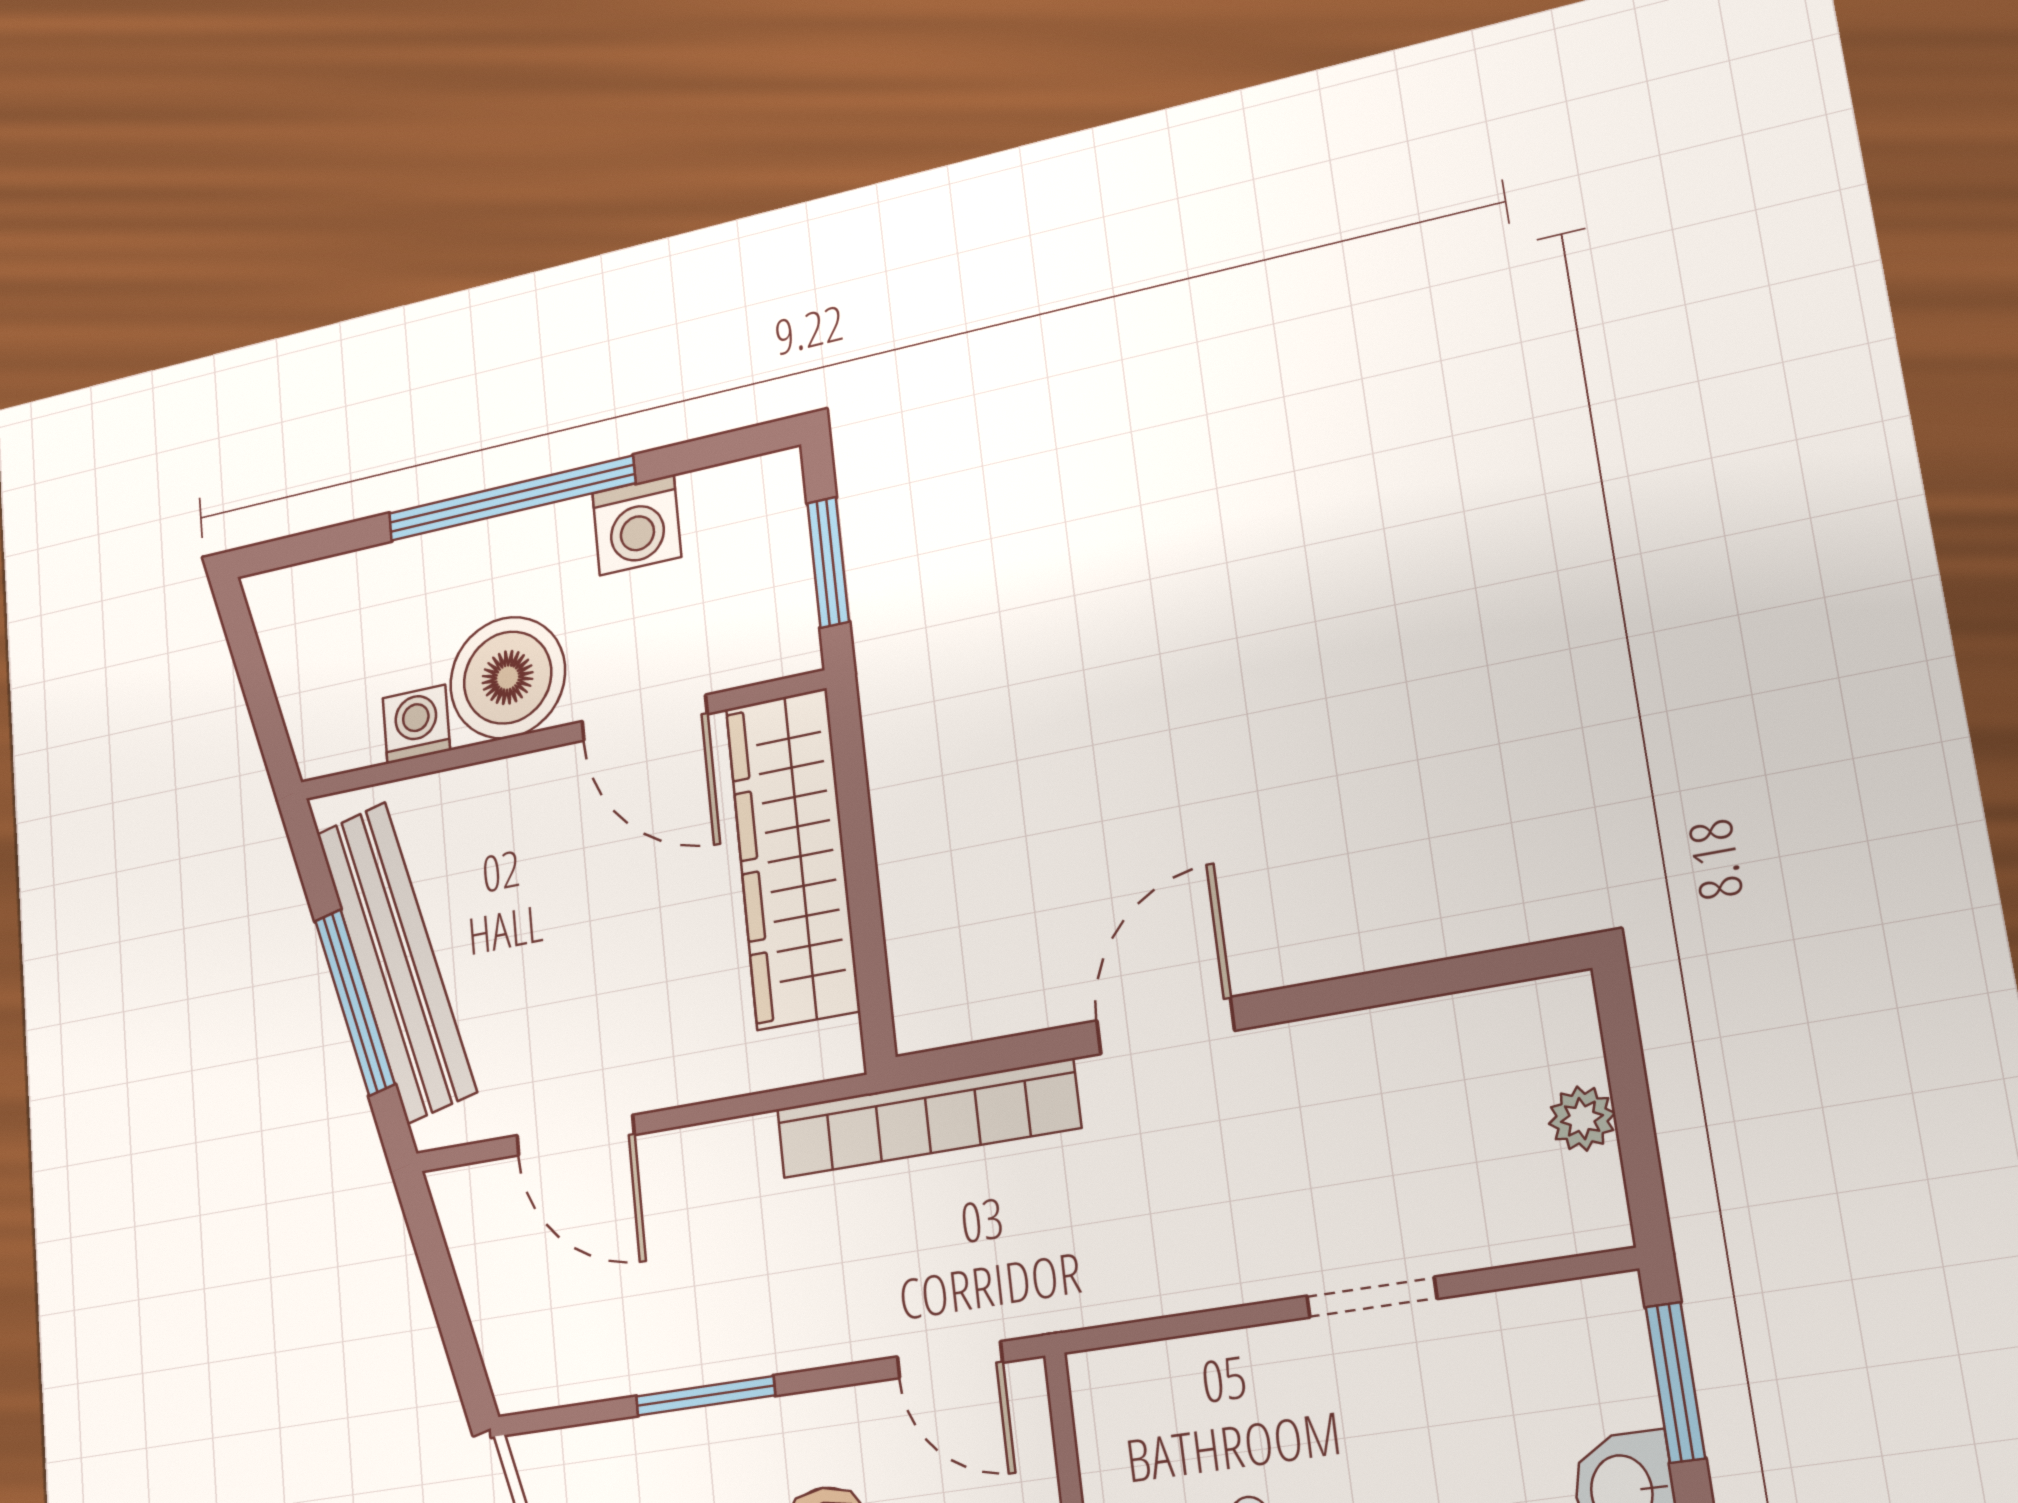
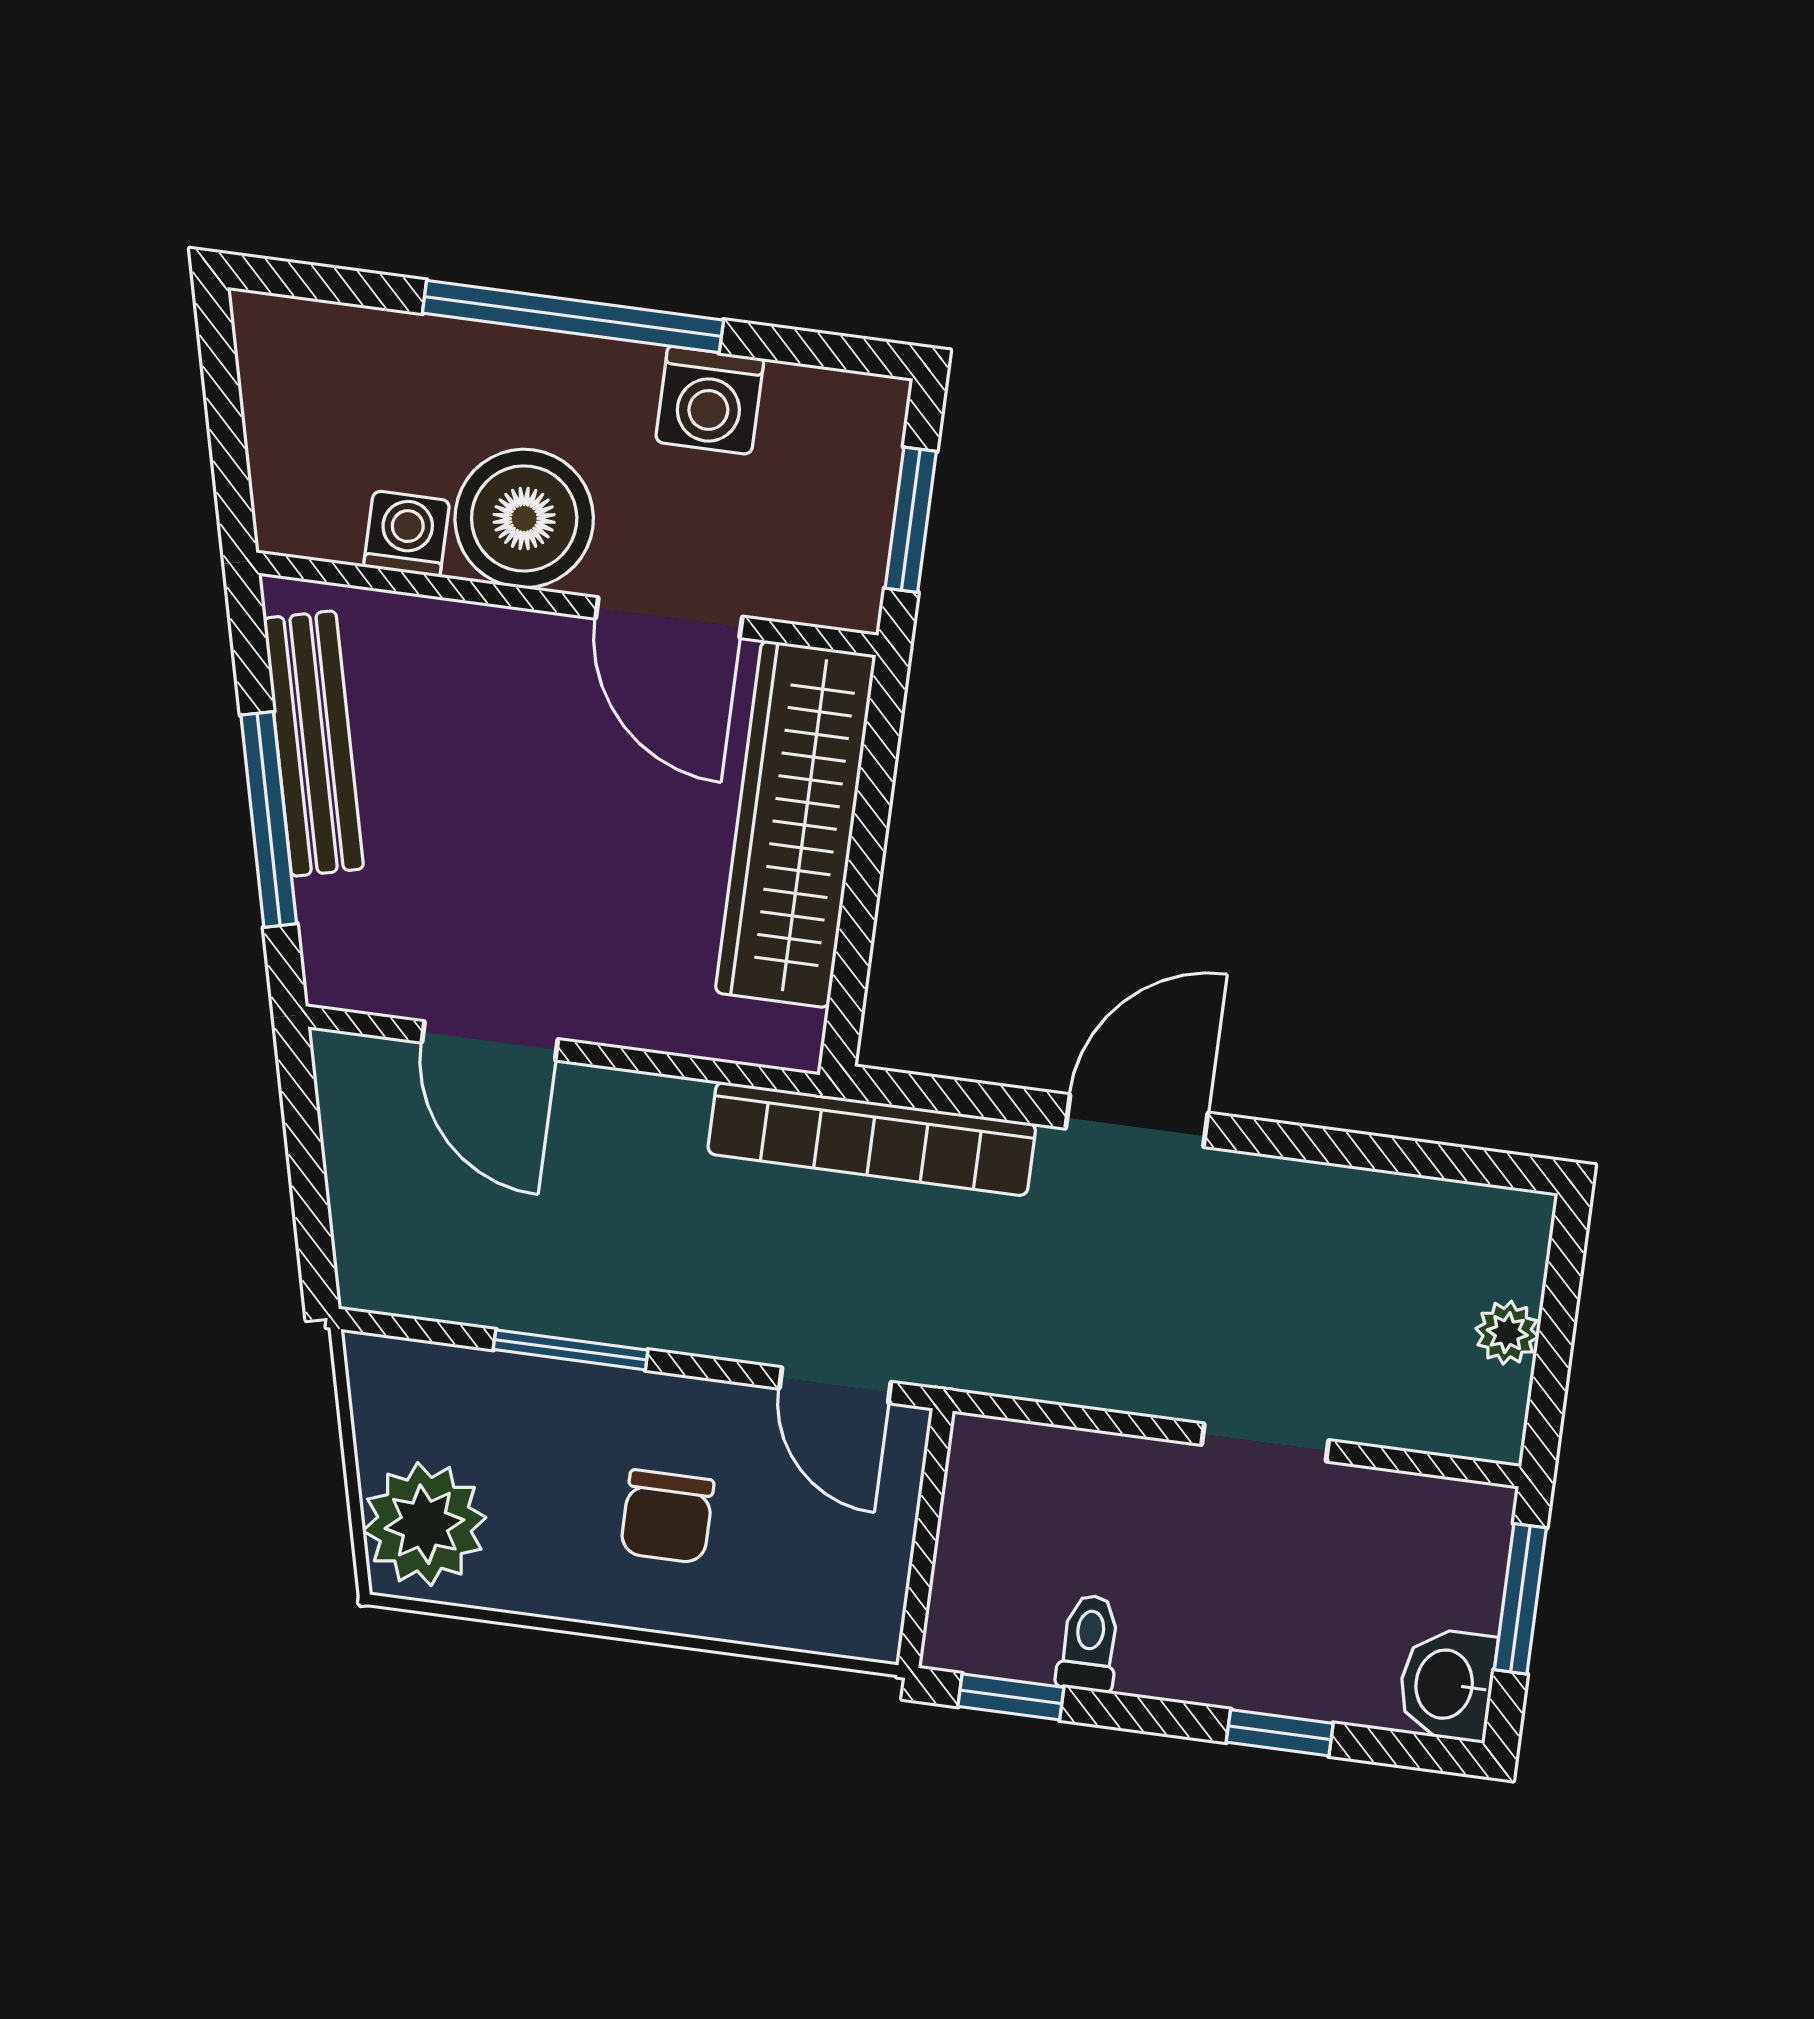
bench: (396, 961) -> (314, 744), width x0.73, depth x0.82

